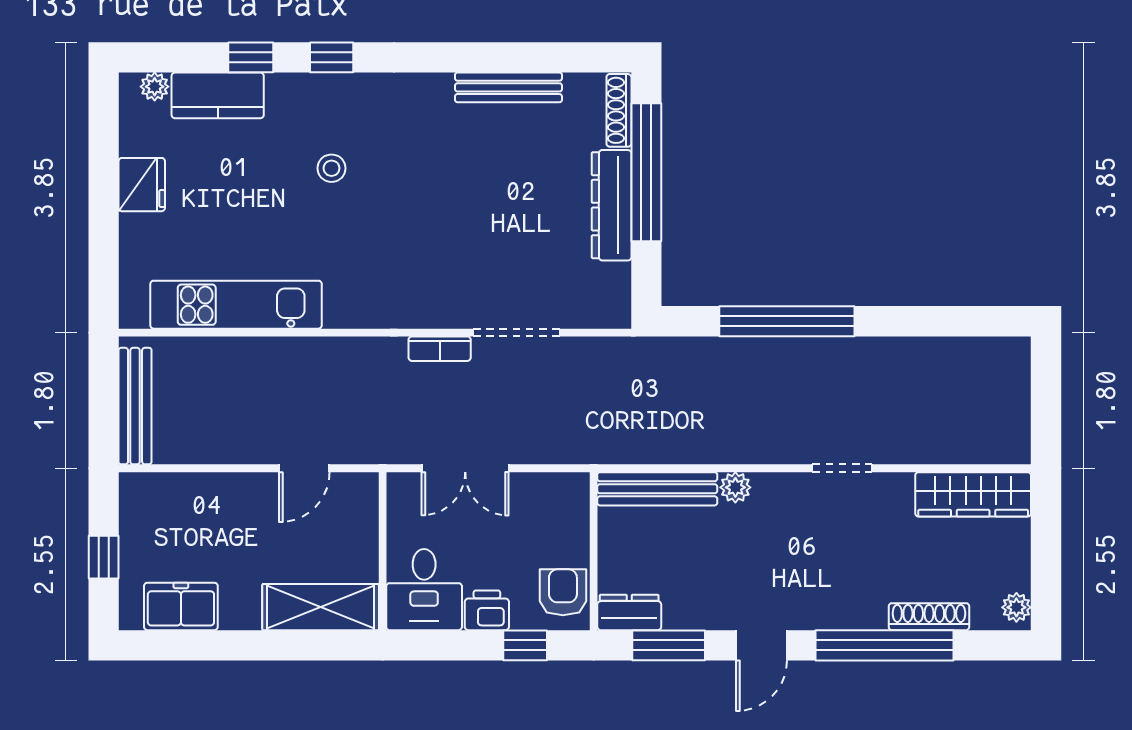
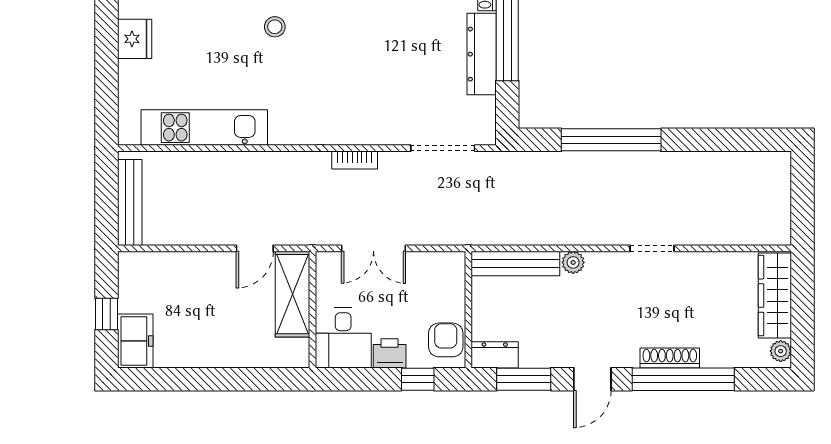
doorway: (516, 333) -> (443, 148), moved
wardrobe: (973, 494) -> (775, 296), moved, turned 90
freezer: (181, 606) -> (135, 341), moved, turned 90
shelving: (321, 607) -> (292, 294), moved, turned 90
shoe rack: (929, 617) -> (670, 358), moved

